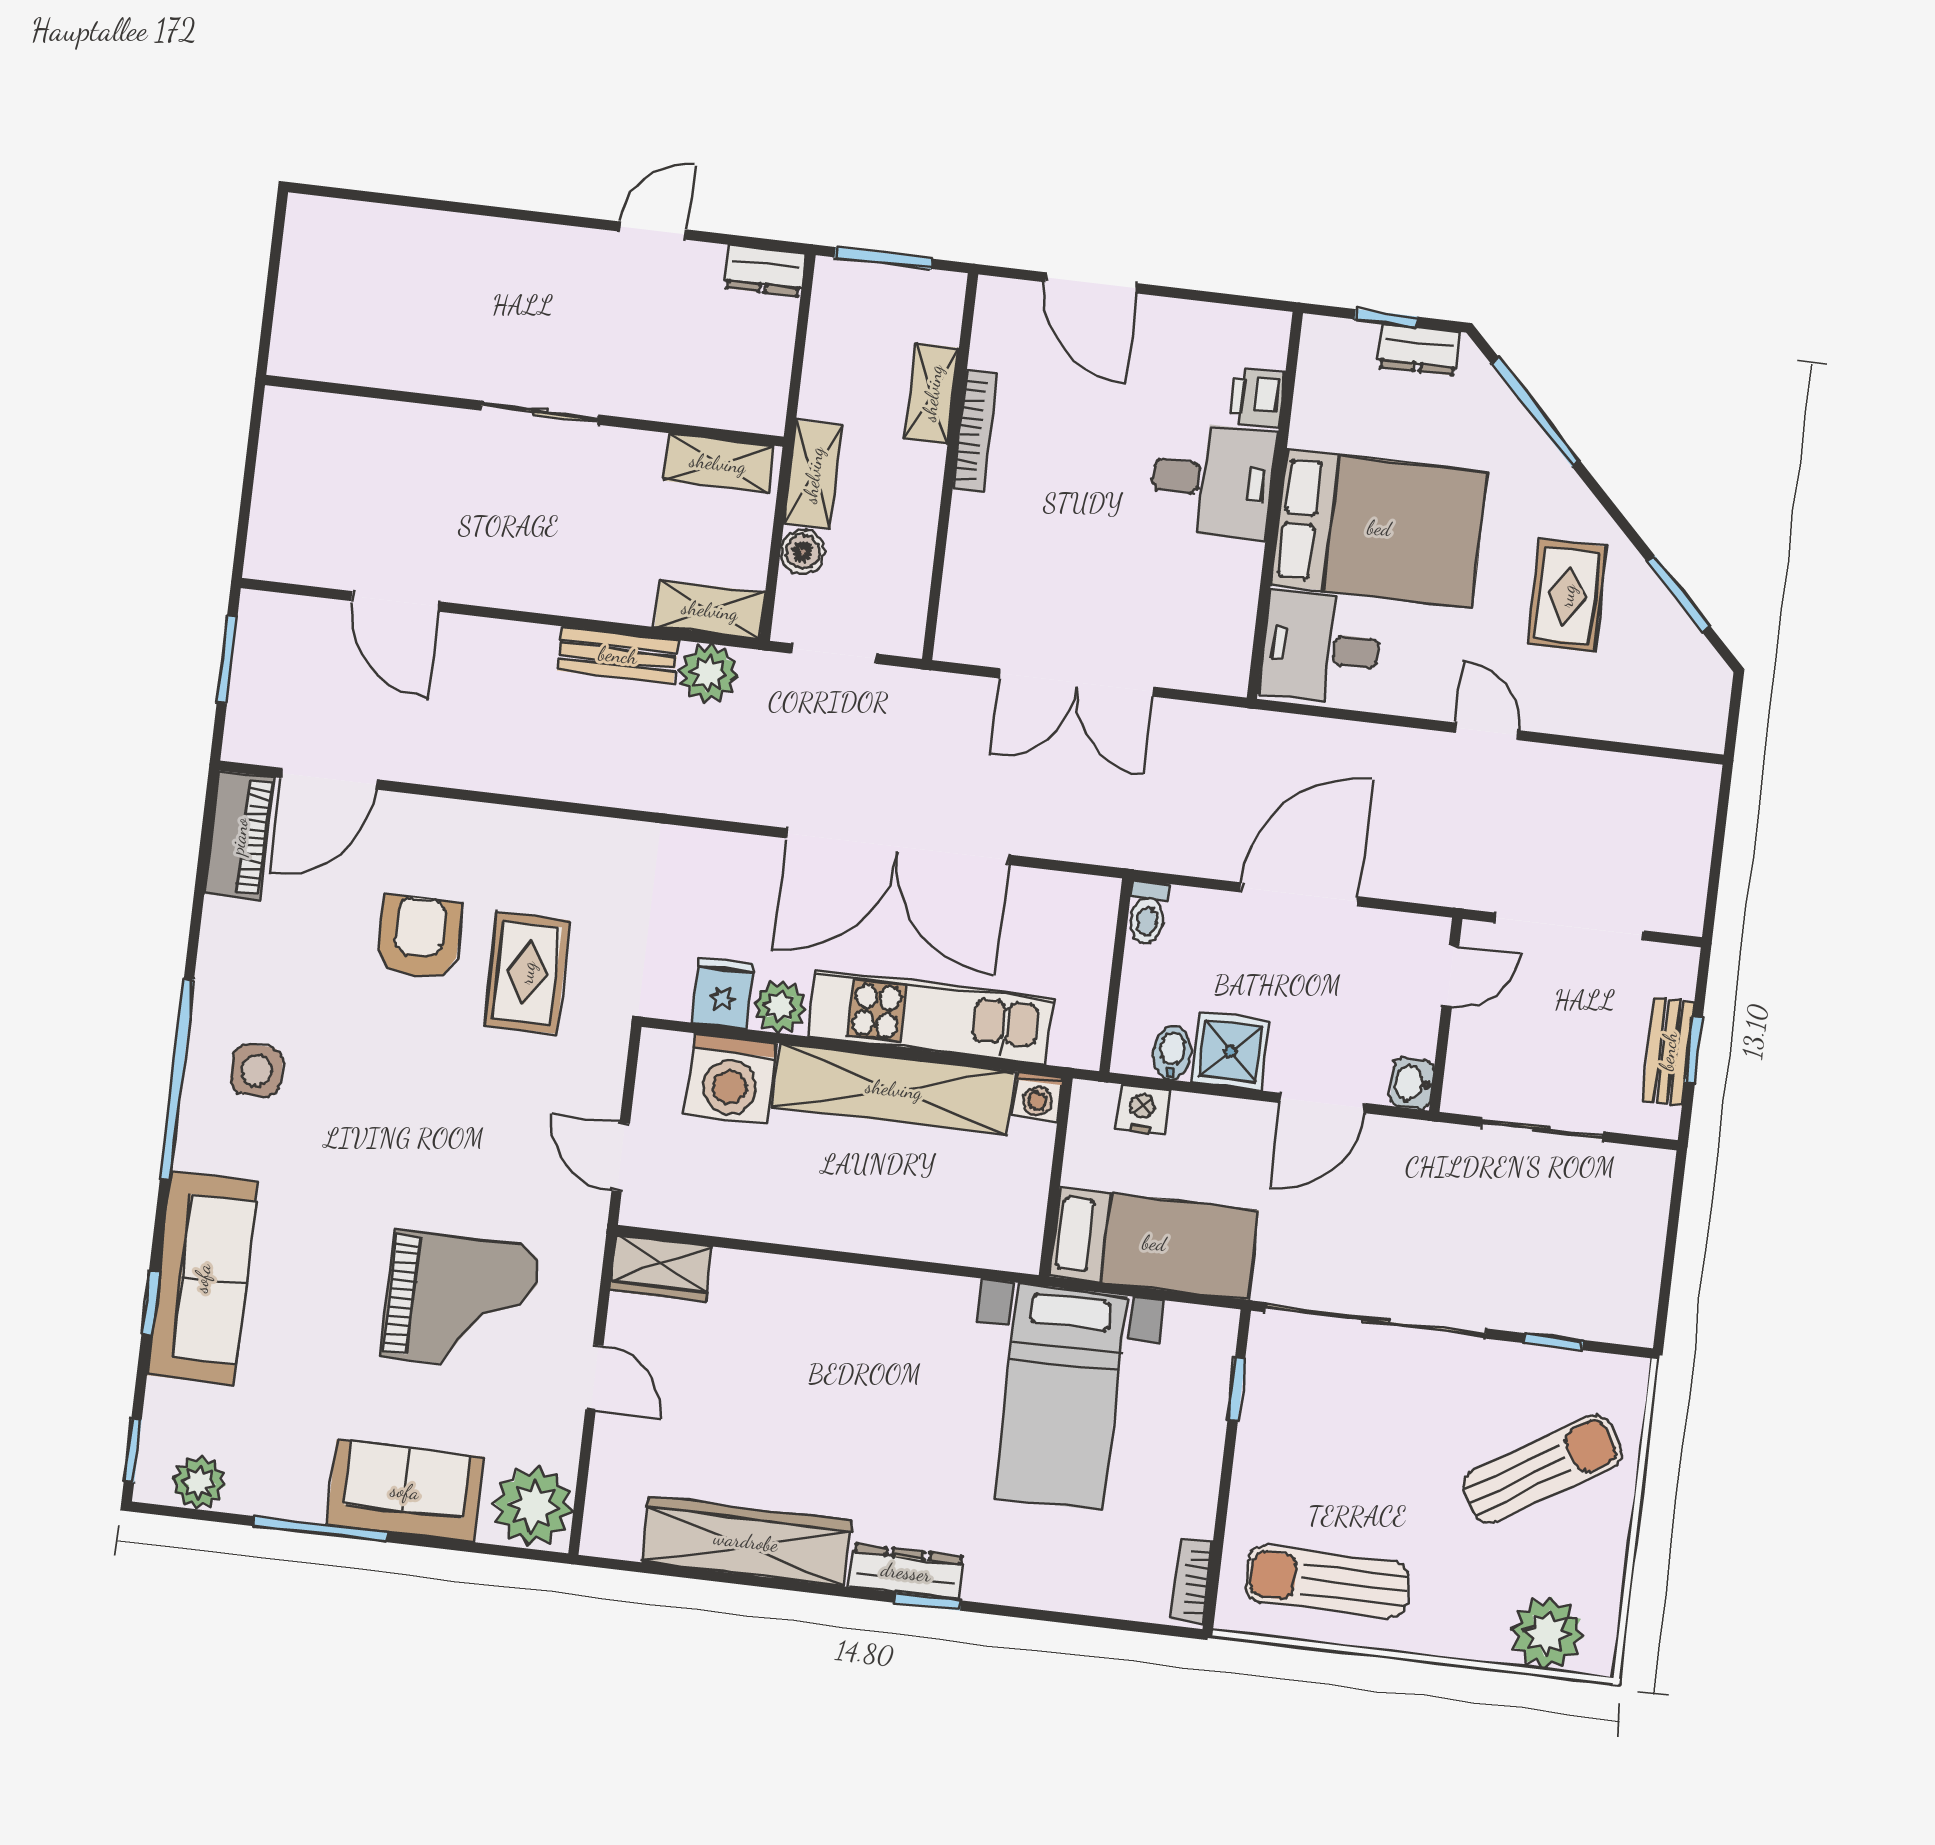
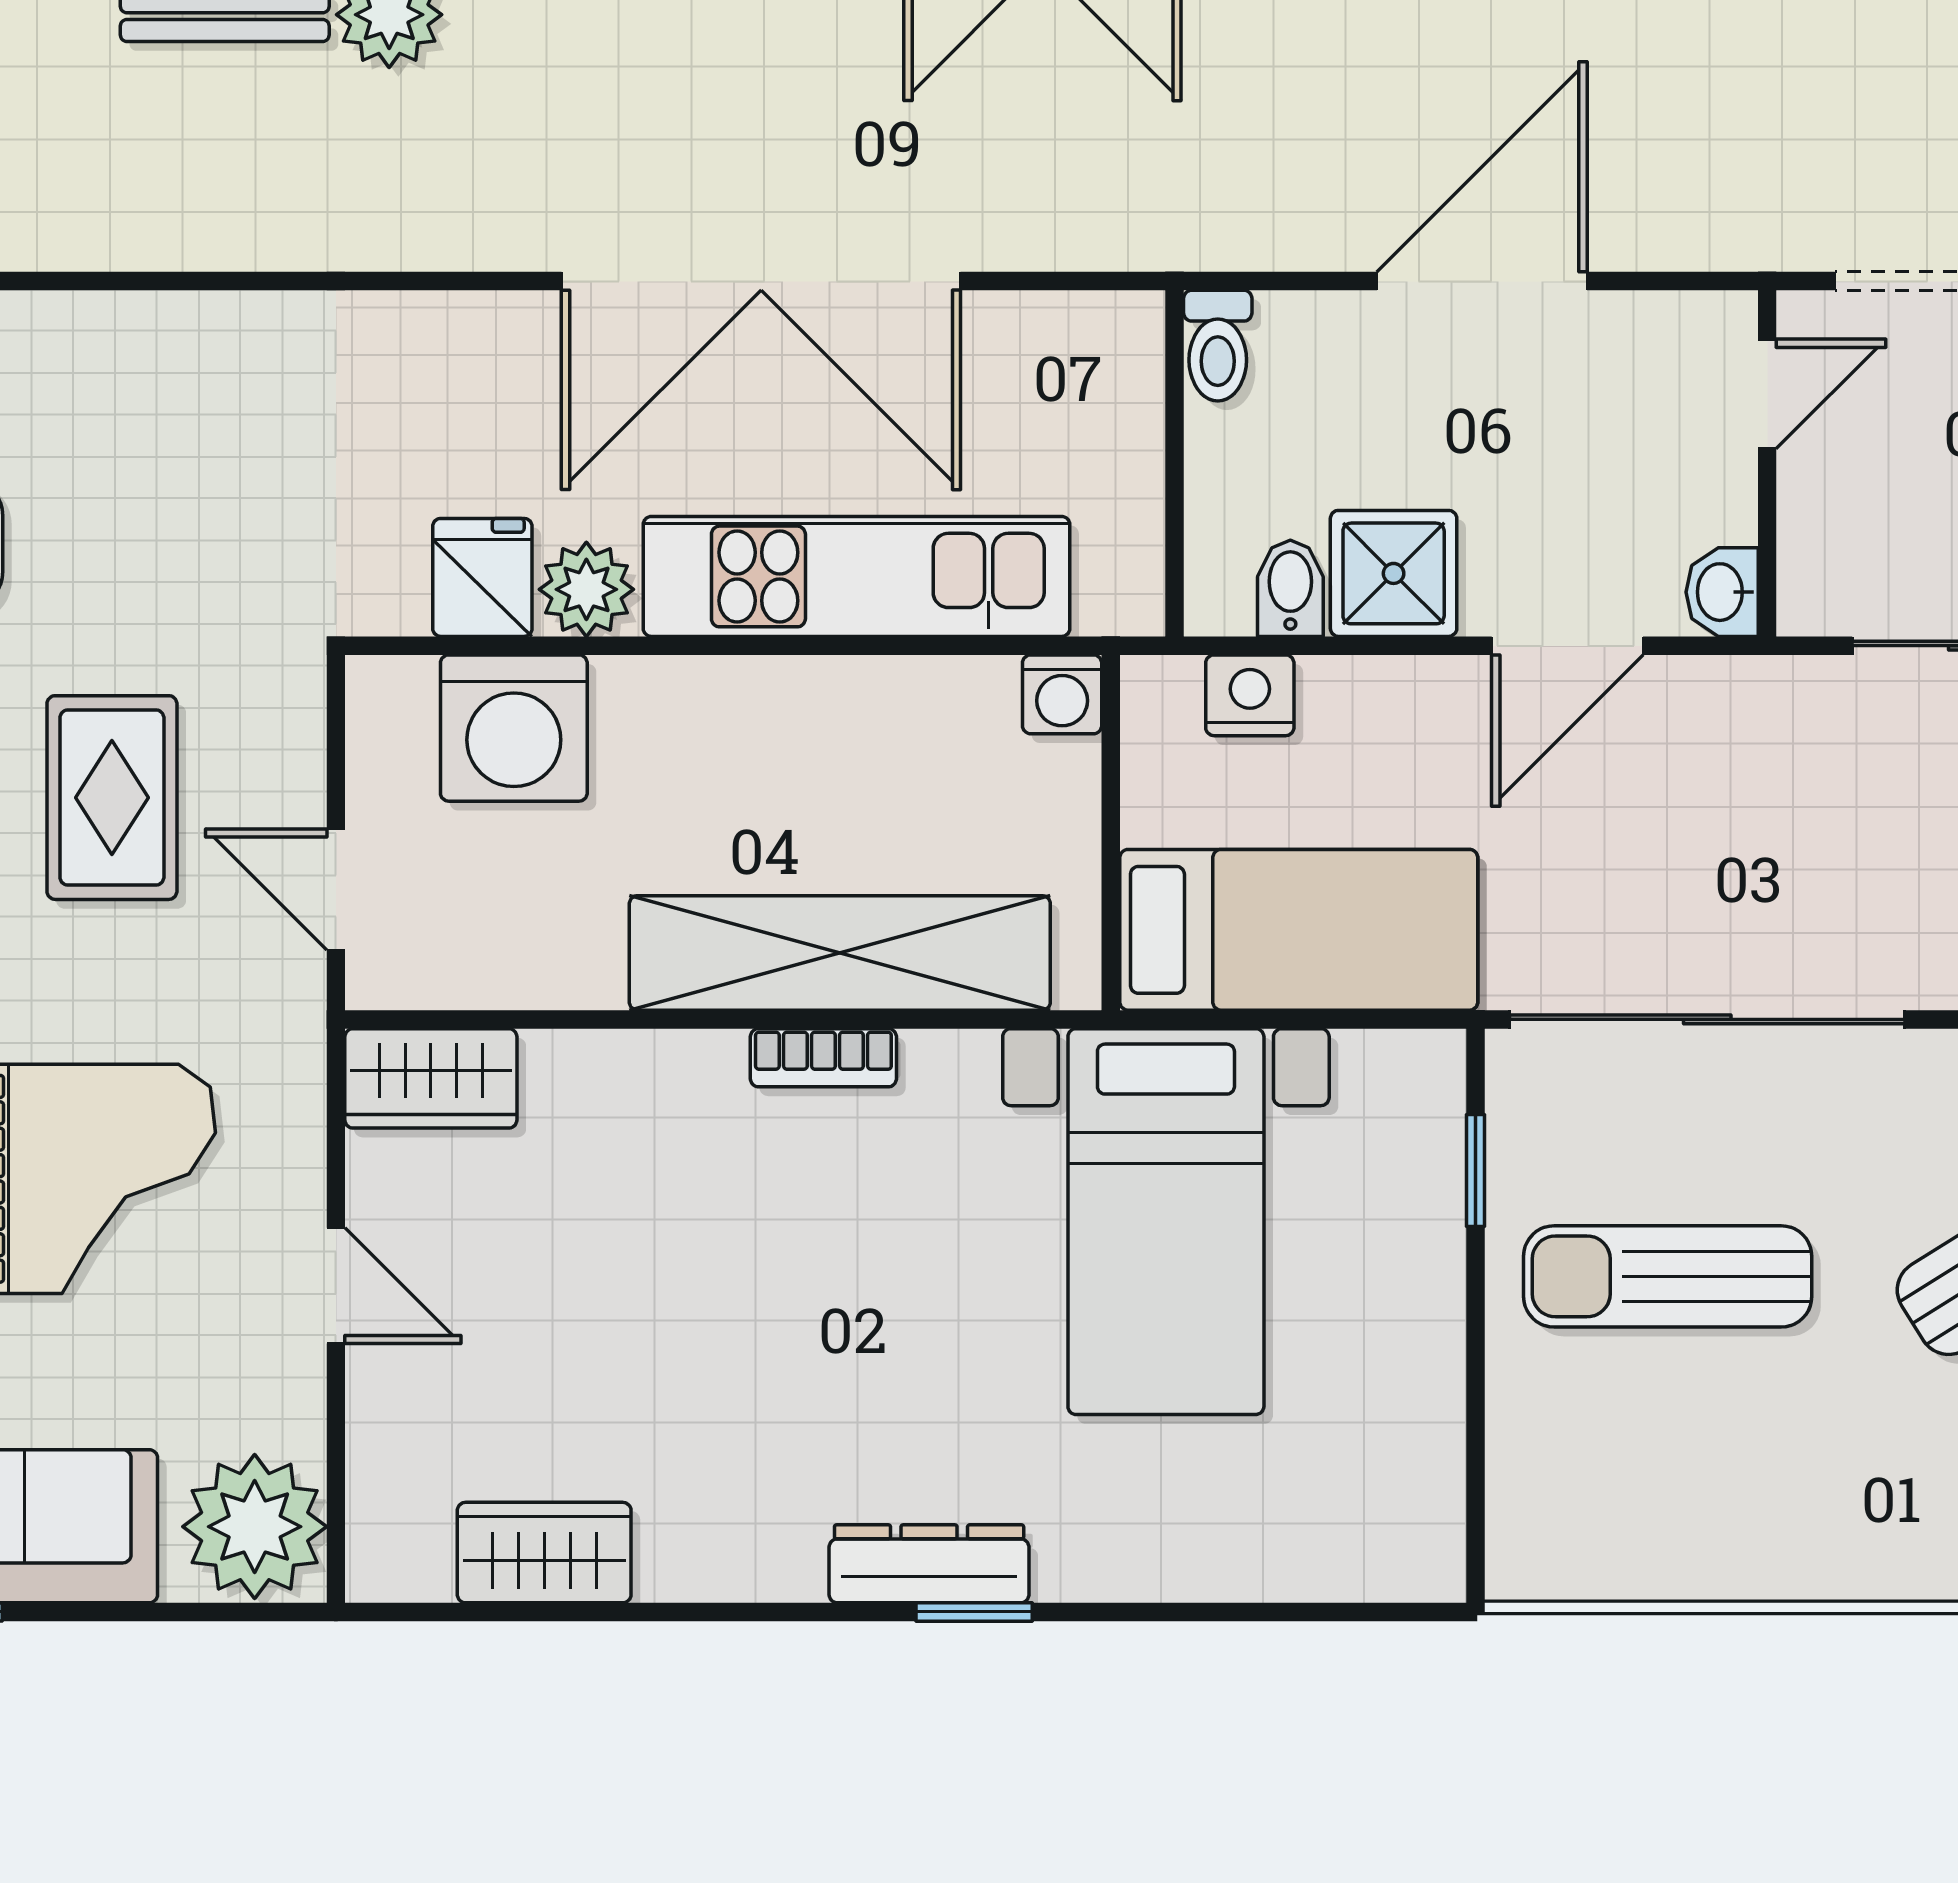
rug: (527, 973) -> (112, 798), moved
shelving: (894, 1089) -> (840, 953), moved
wardrobe: (746, 1541) -> (544, 1553), width x0.48, depth x0.85
bookcase: (1192, 1581) -> (823, 1058), moved, turned -90
sun lounger: (1327, 1582) -> (1668, 1276), moved

